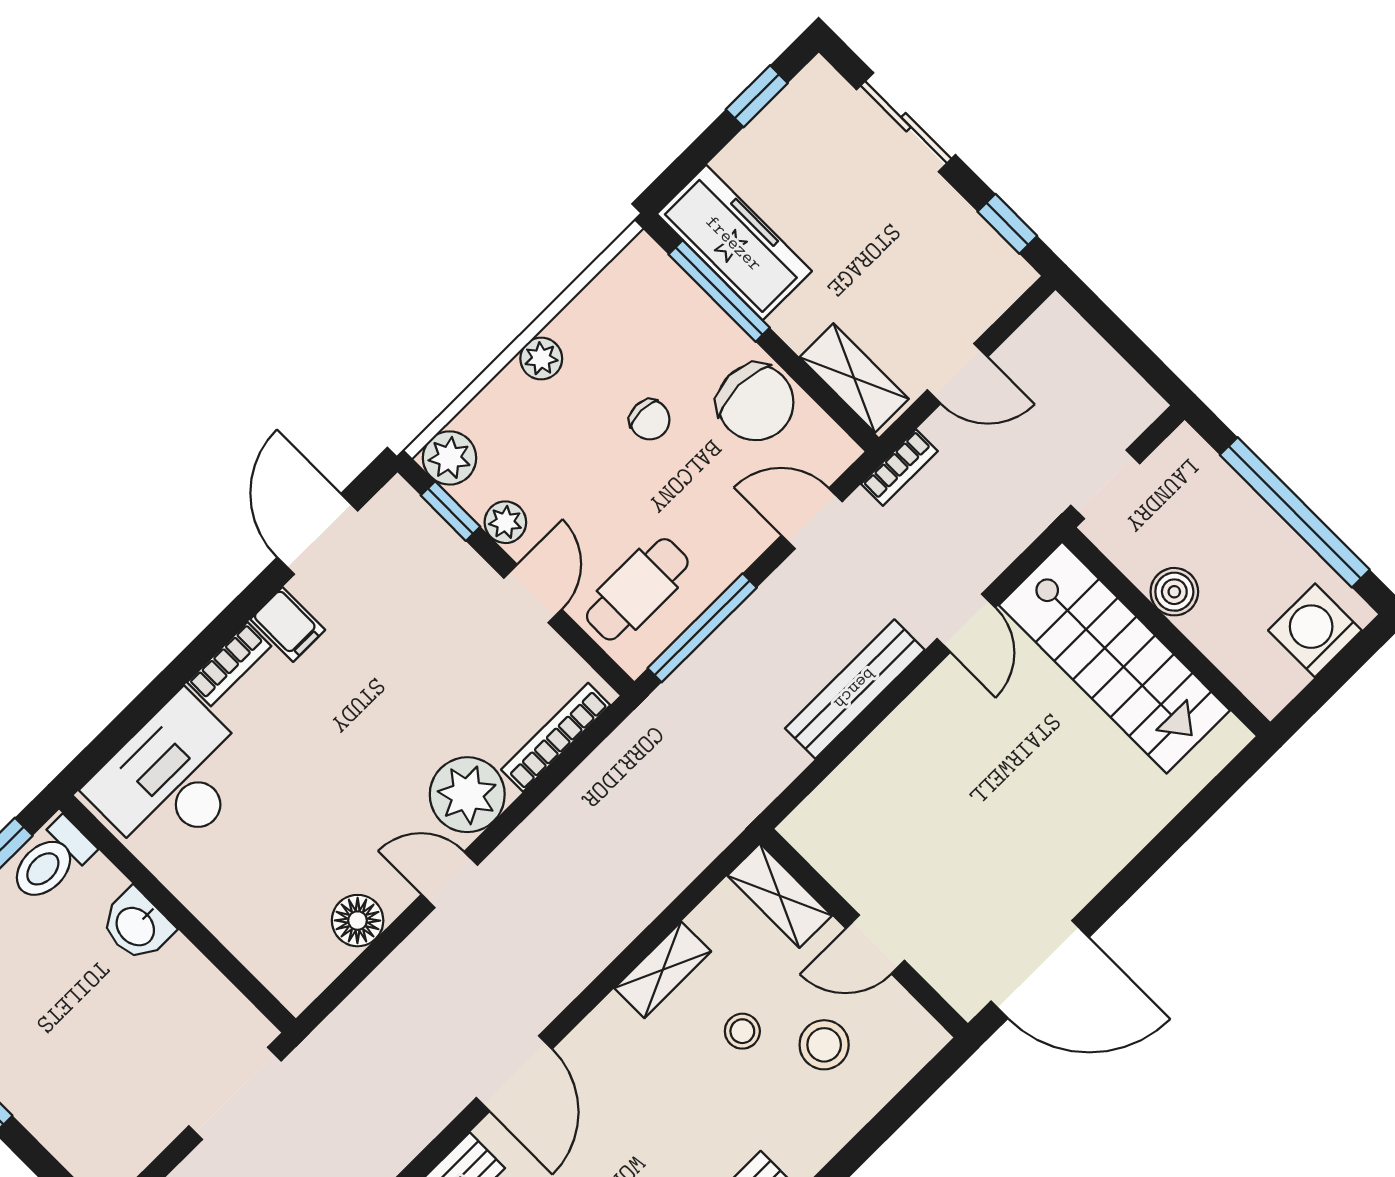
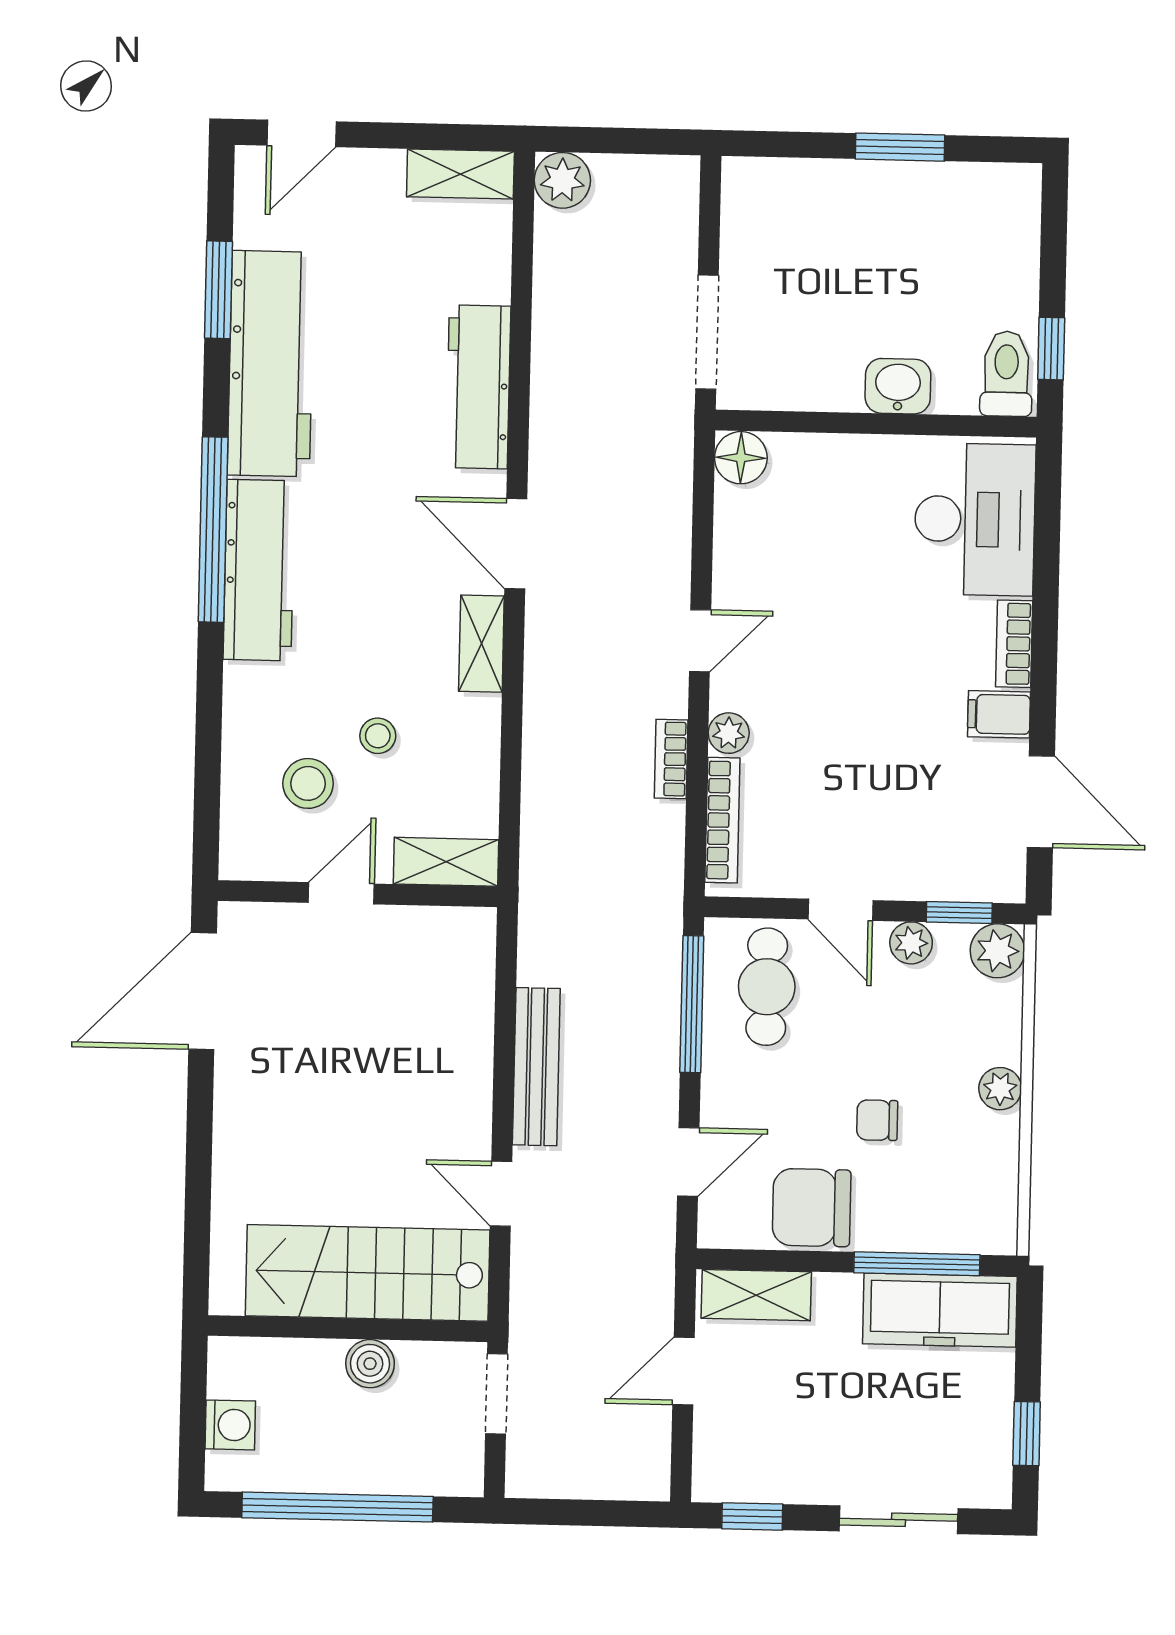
bookcase: (899, 468) -> (671, 759), moved
washing machine: (1315, 630) -> (230, 1425), width x0.73, depth x0.73
plant: (467, 795) -> (729, 733), width x0.53, depth x0.53
floor lamp: (358, 921) -> (741, 458), moved
shelving: (663, 970) -> (481, 644), moved

